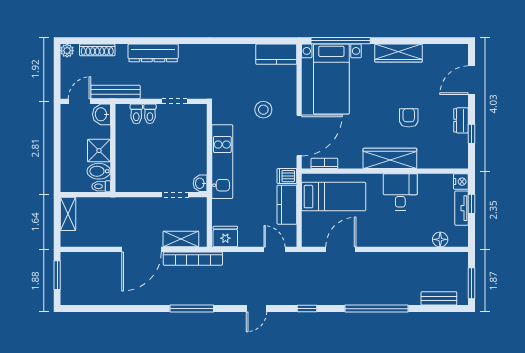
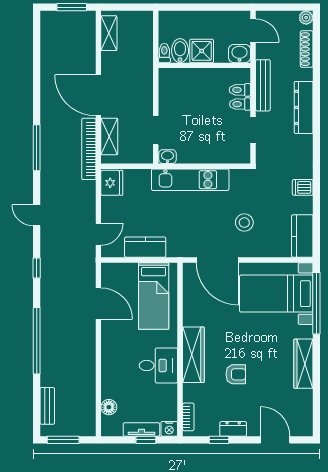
bench: (115, 92) -> (263, 85), moved
bookcase: (324, 163) -> (188, 417), moved
dishwasher: (287, 176) -> (303, 187), moved, turned -90
shelving: (68, 214) -> (109, 33), moved, turned 90

